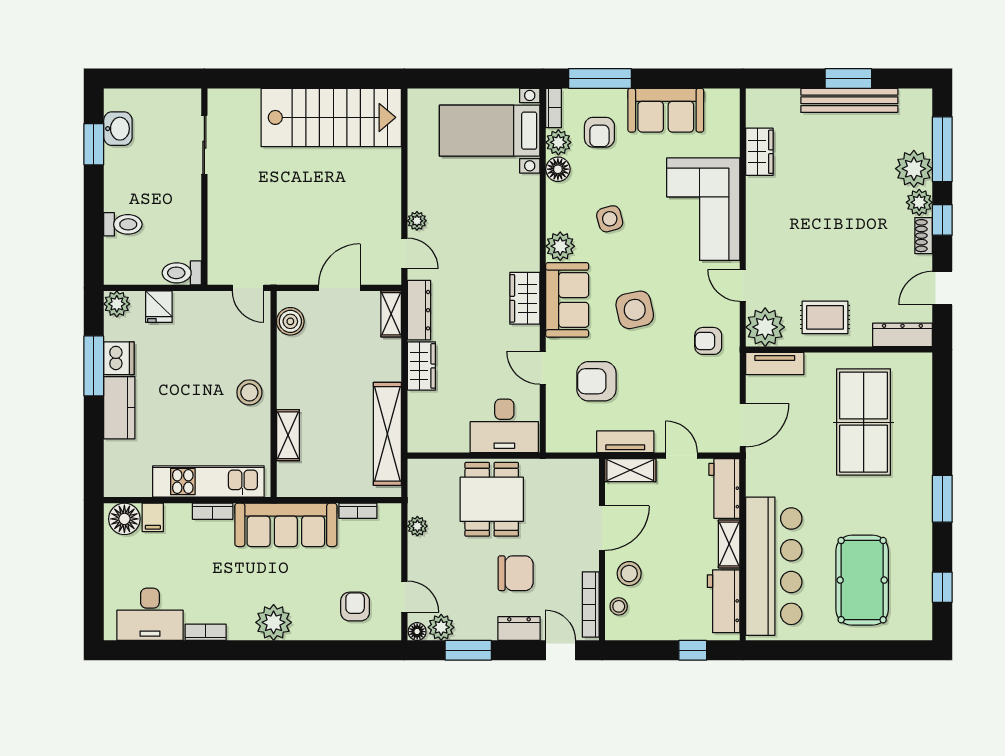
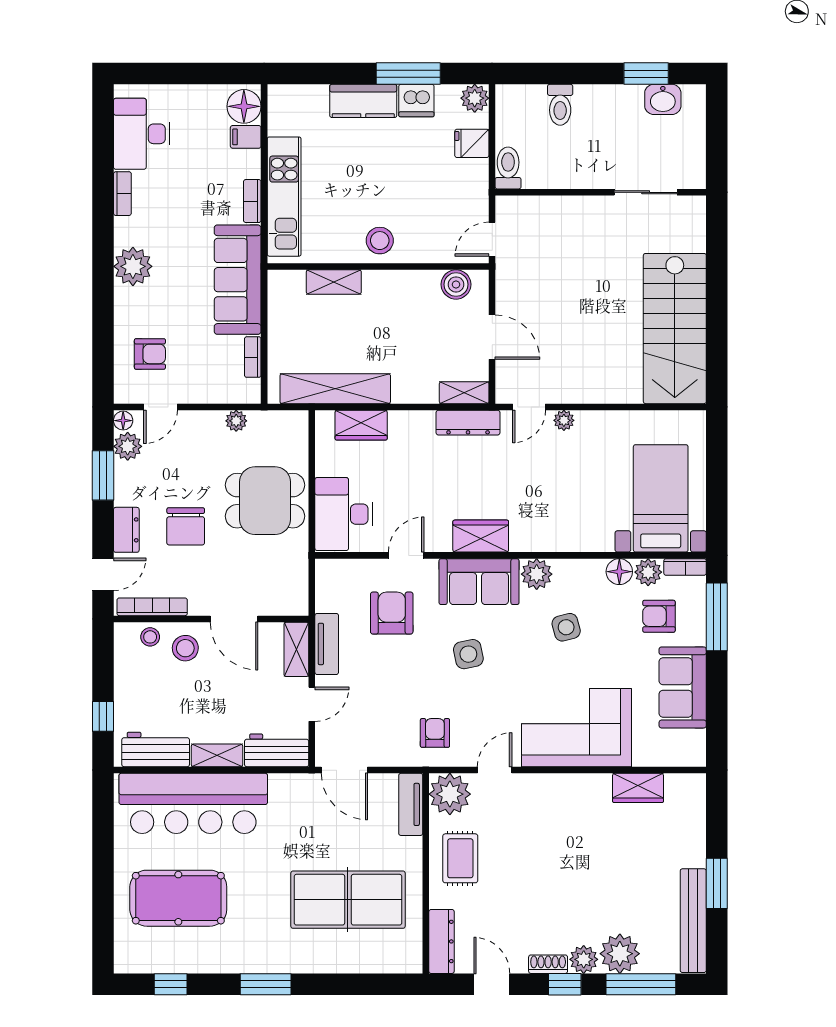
bench: (849, 100) -> (693, 921), moved
side table: (635, 310) -> (468, 654), width x0.73, depth x0.73
wardrobe: (421, 366) -> (361, 425), moved

